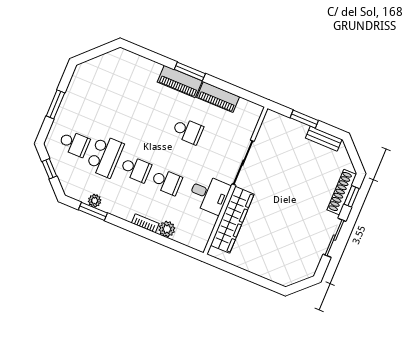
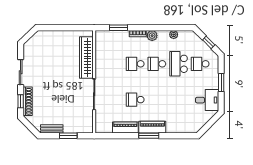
desk: (209, 194) -> (207, 100), moved, turned 180
window: (93, 211) -> (118, 28), moved
plant: (167, 229) -> (152, 36), moved

